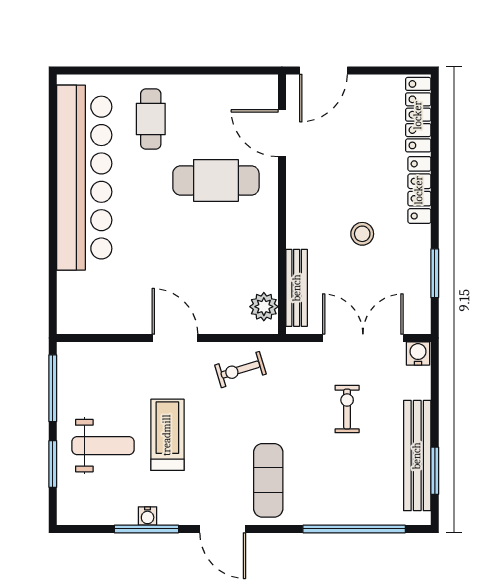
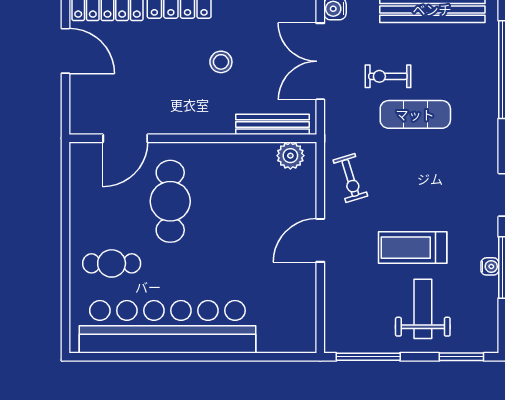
door: (323, 71) -> (65, 51), moved
window: (53, 464) -> (461, 357), moved
exercise mat: (268, 480) -> (415, 114), moved

